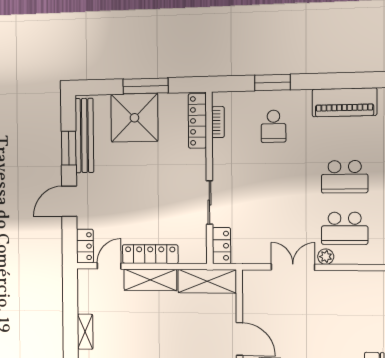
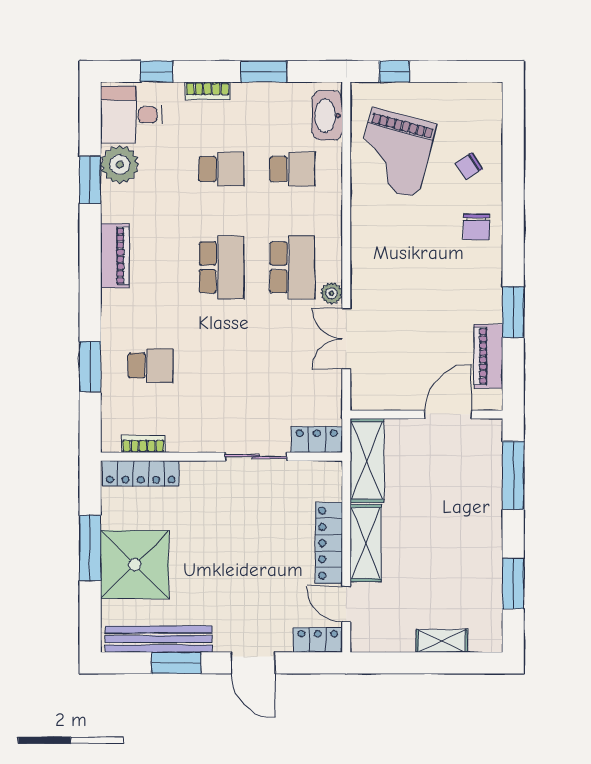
piano: (344, 102) -> (115, 256), width x0.73, depth x0.75

